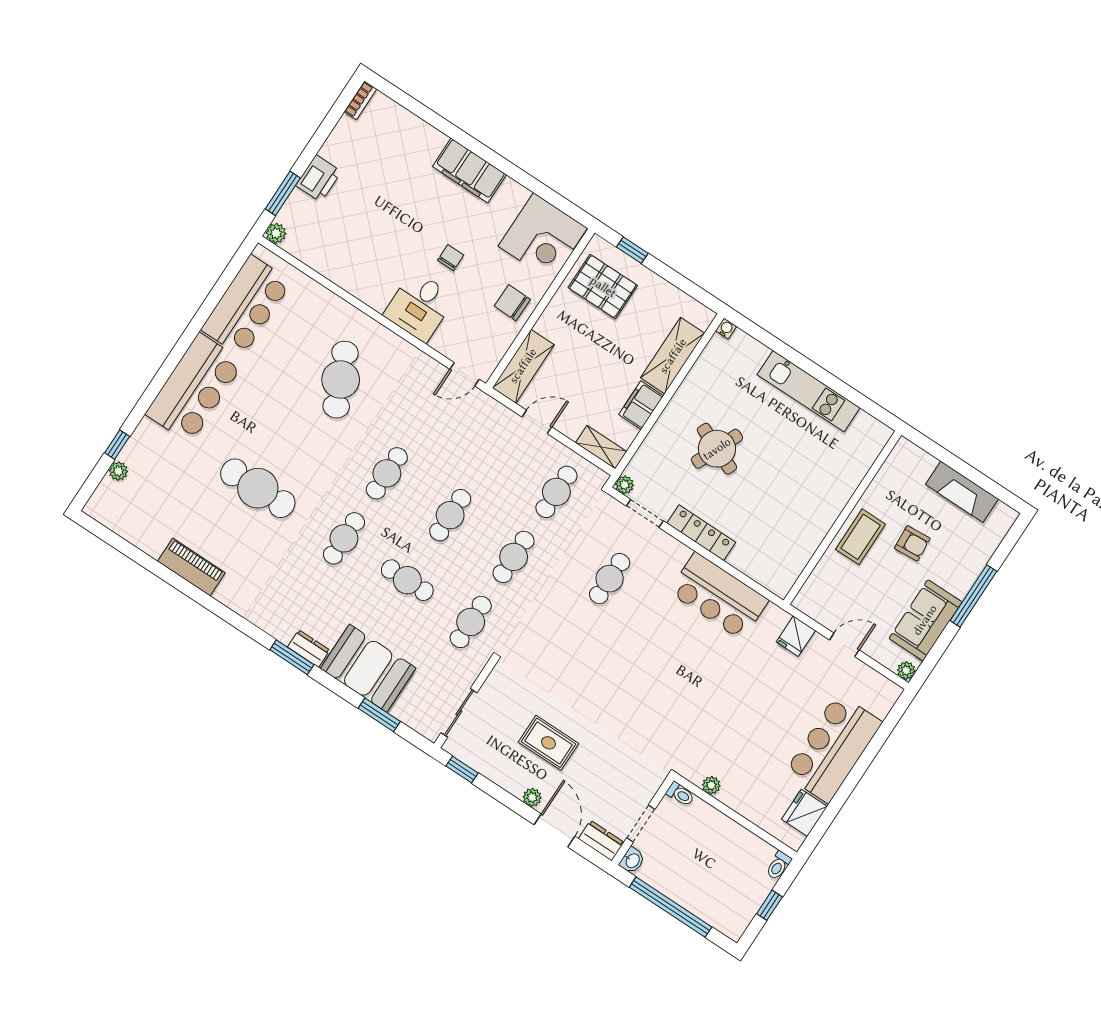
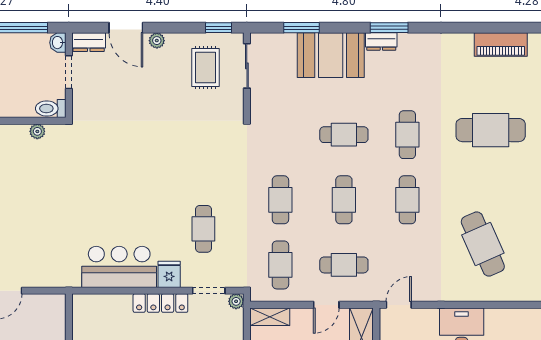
cafe table: (471, 622) -> (344, 265), moved, turned 90
fridge: (796, 636) -> (169, 274), moved
rug: (548, 743) -> (206, 67), moved, turned 90
toilet: (680, 794) -> (51, 108), width x1.37, depth x1.39

